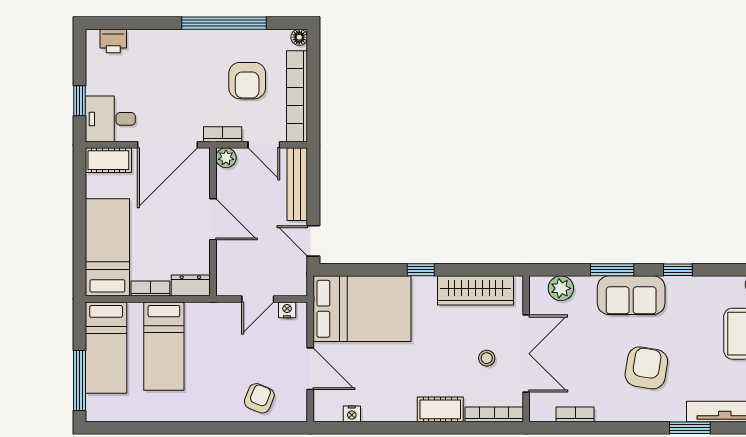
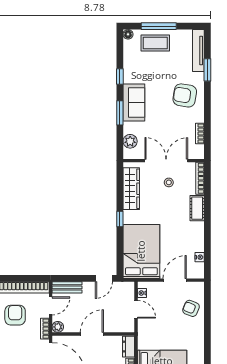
armchair: (247, 81) -> (15, 315), turned -90
bench: (297, 184) -> (67, 287), width x0.73
armchair: (646, 368) -> (185, 95), moved

